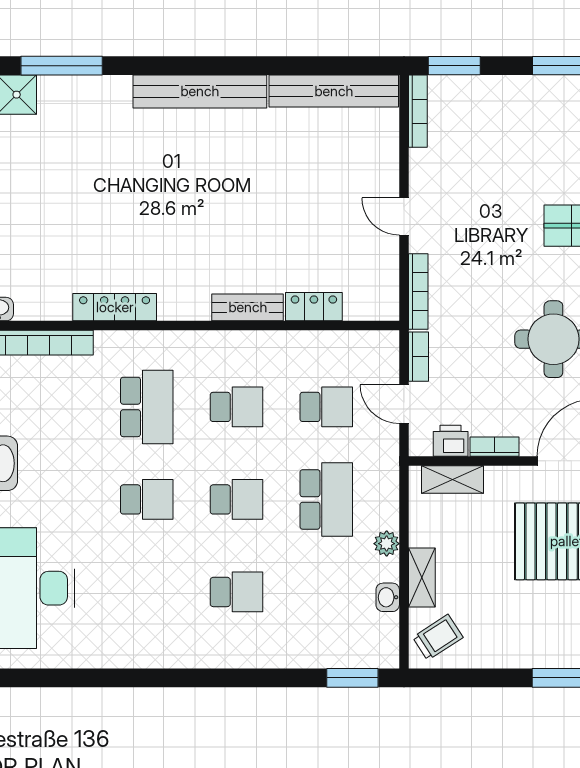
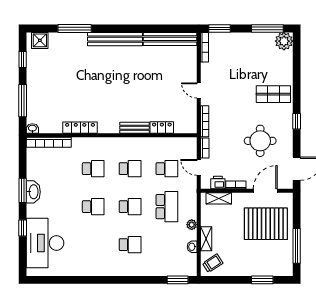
window: (62, 66) -> (75, 29), moved
school desk: (147, 407) -> (93, 169), width x0.54

